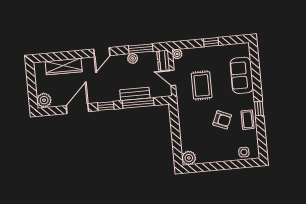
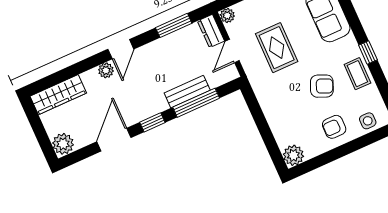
plant: (133, 58) -> (106, 70), moved
wardrobe: (64, 67) -> (58, 95), moved
door: (172, 78) -> (232, 51), hinge flipped
armchair: (221, 149) -> (334, 127), added

